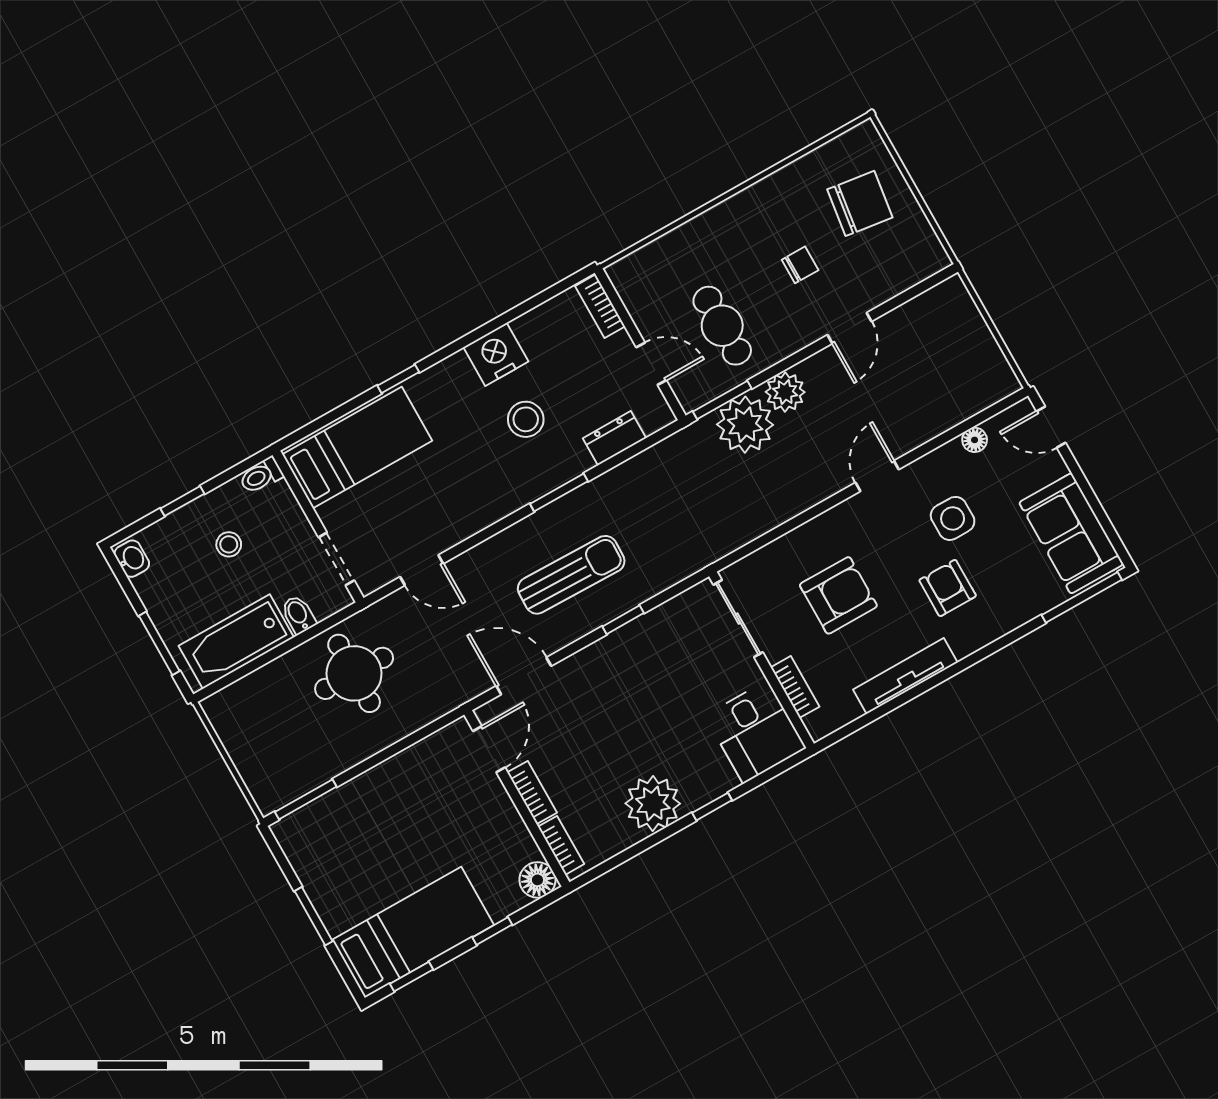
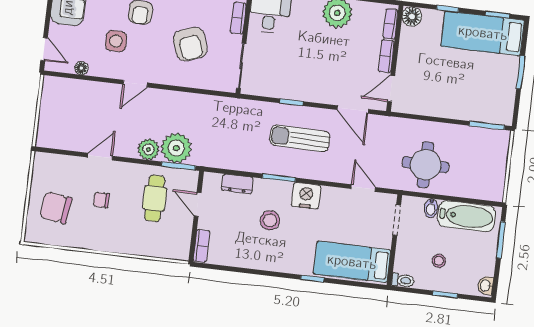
nightstand: (496, 354) -> (306, 196), moved, turned 180
armchair: (838, 595) -> (190, 44), turned -109

